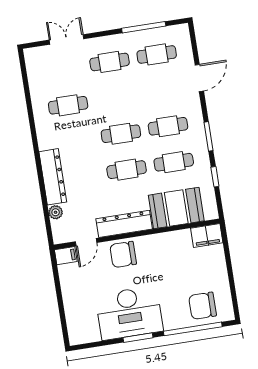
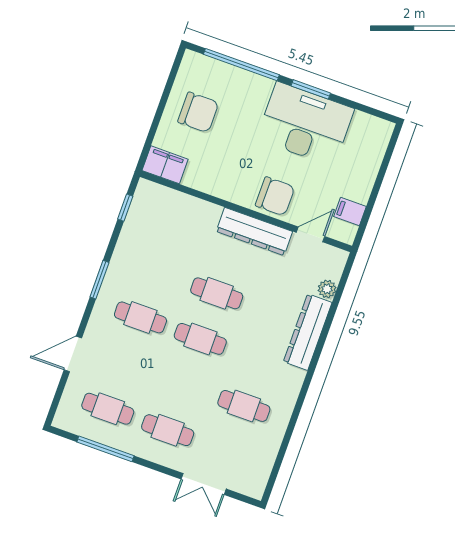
cafe table: (174, 162) -> (157, 272), removed
window: (215, 177) -> (125, 208), moved
booth: (176, 208) -> (183, 217), removed
filing cabinet: (66, 256) -> (350, 212), moved
chair: (203, 306) -> (198, 112), moved

